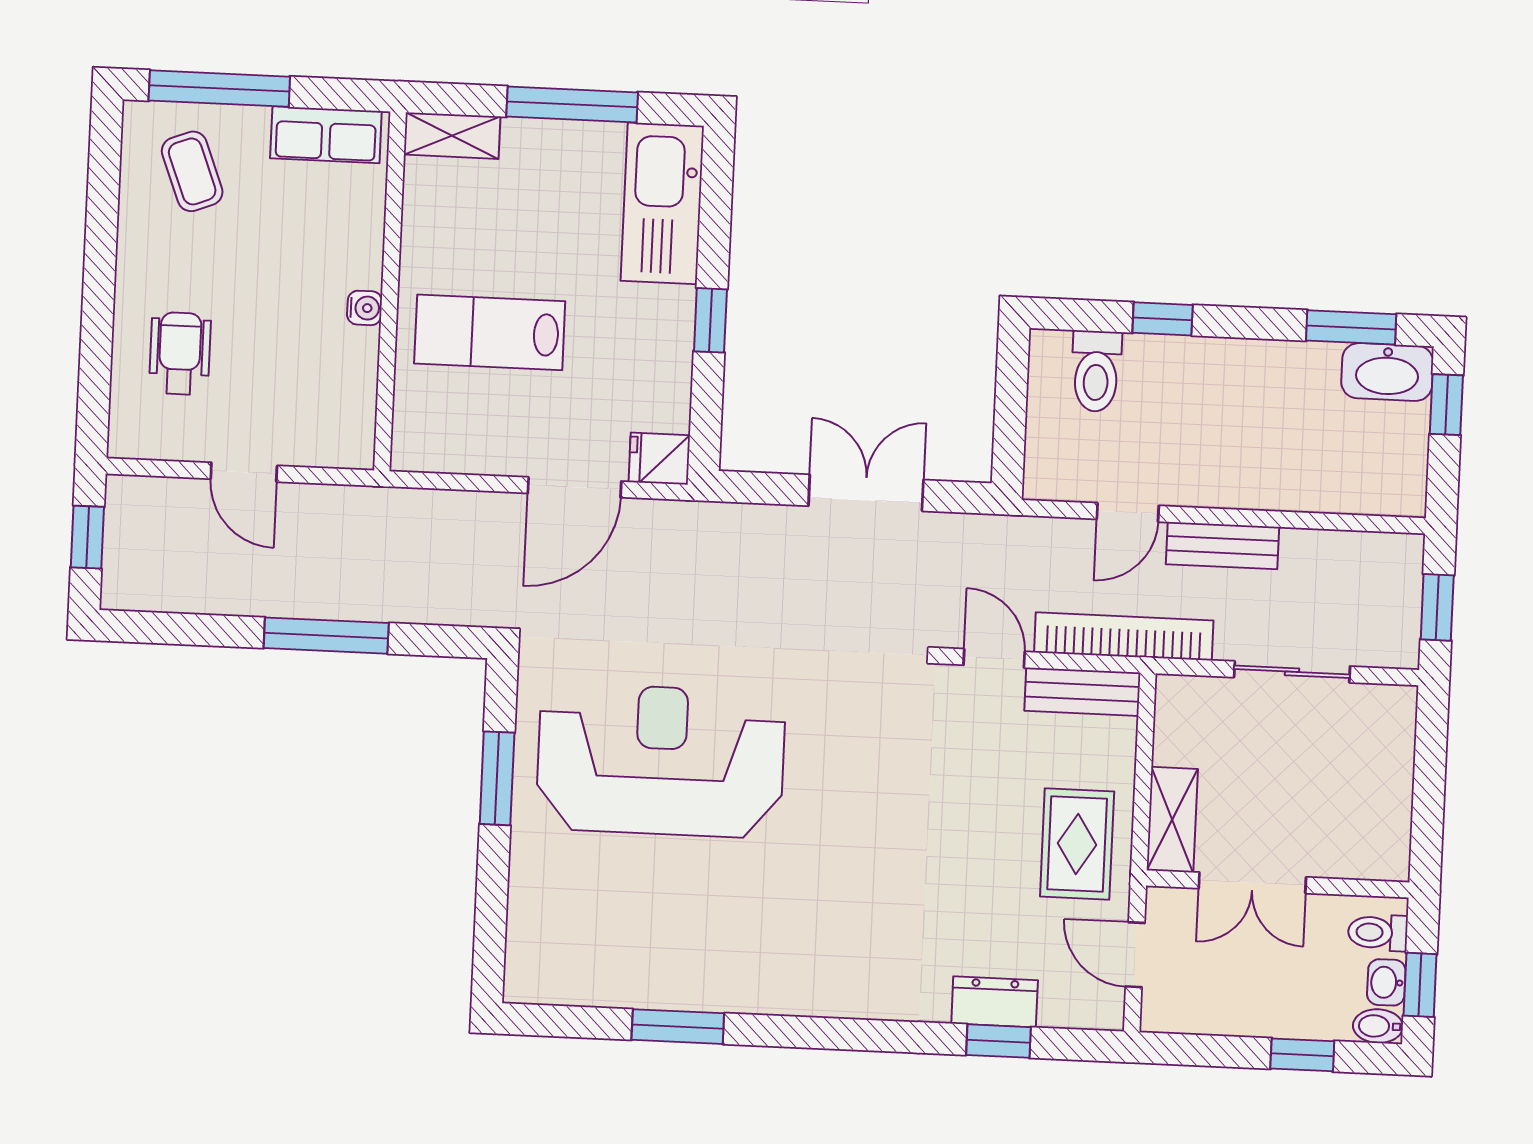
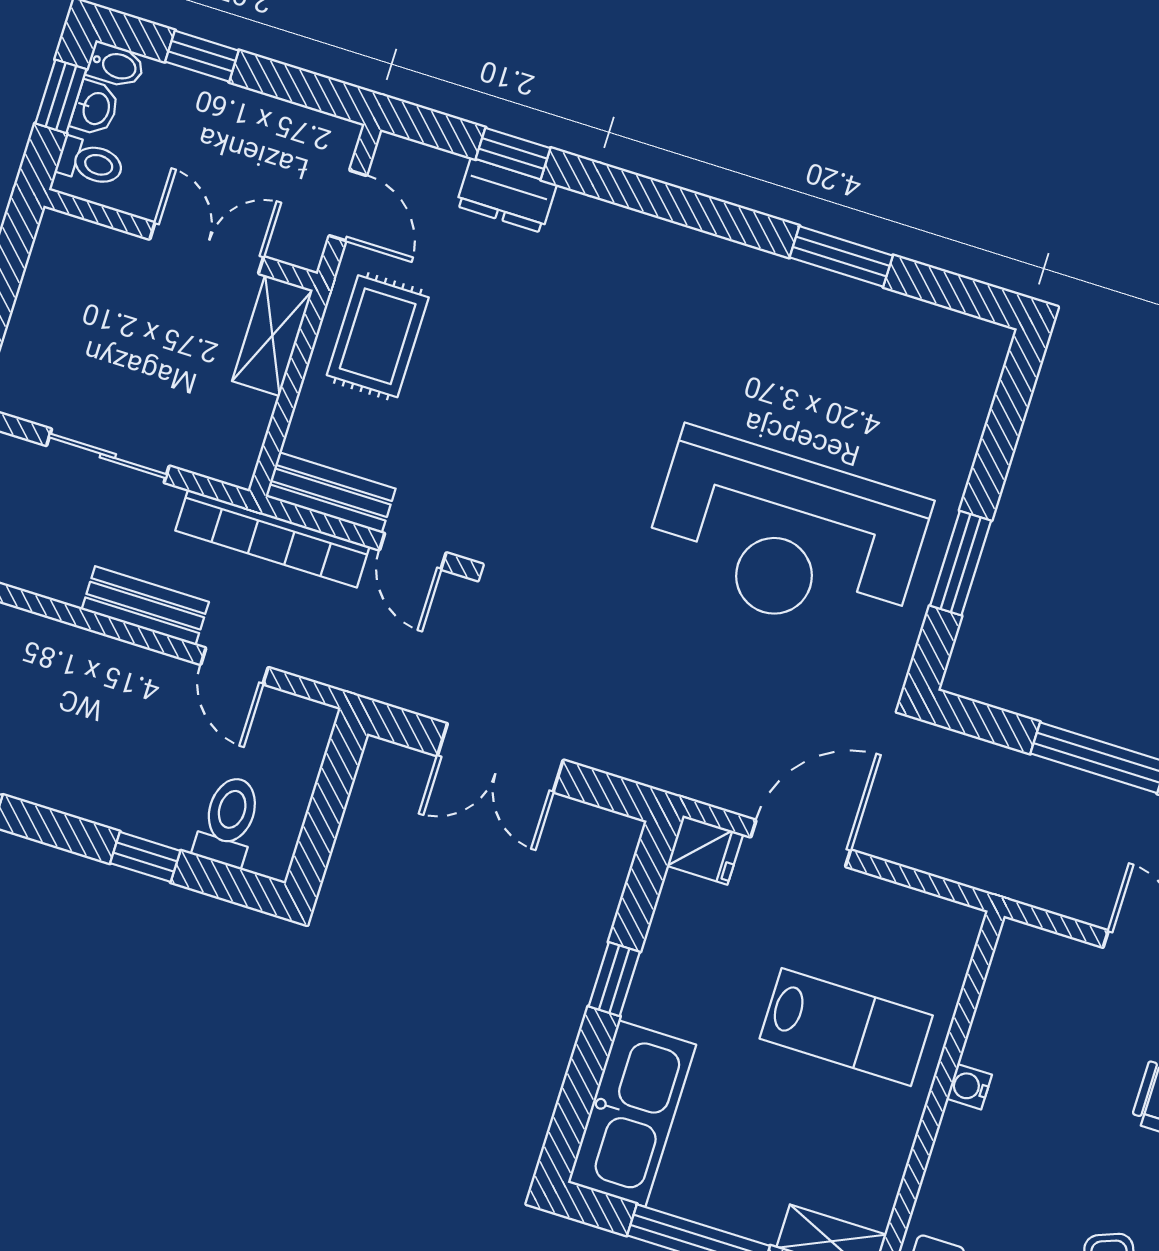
door: (1128, 512) -> (234, 666), swing flipped

